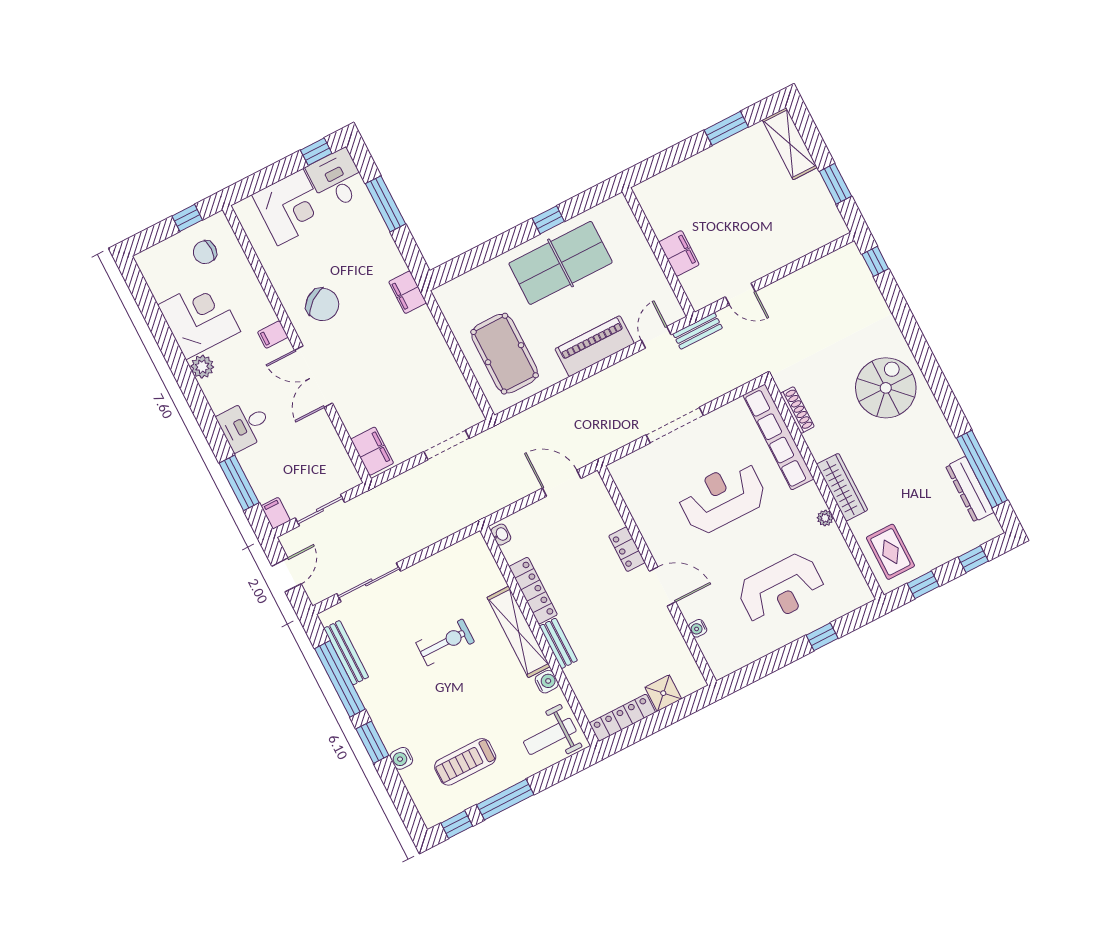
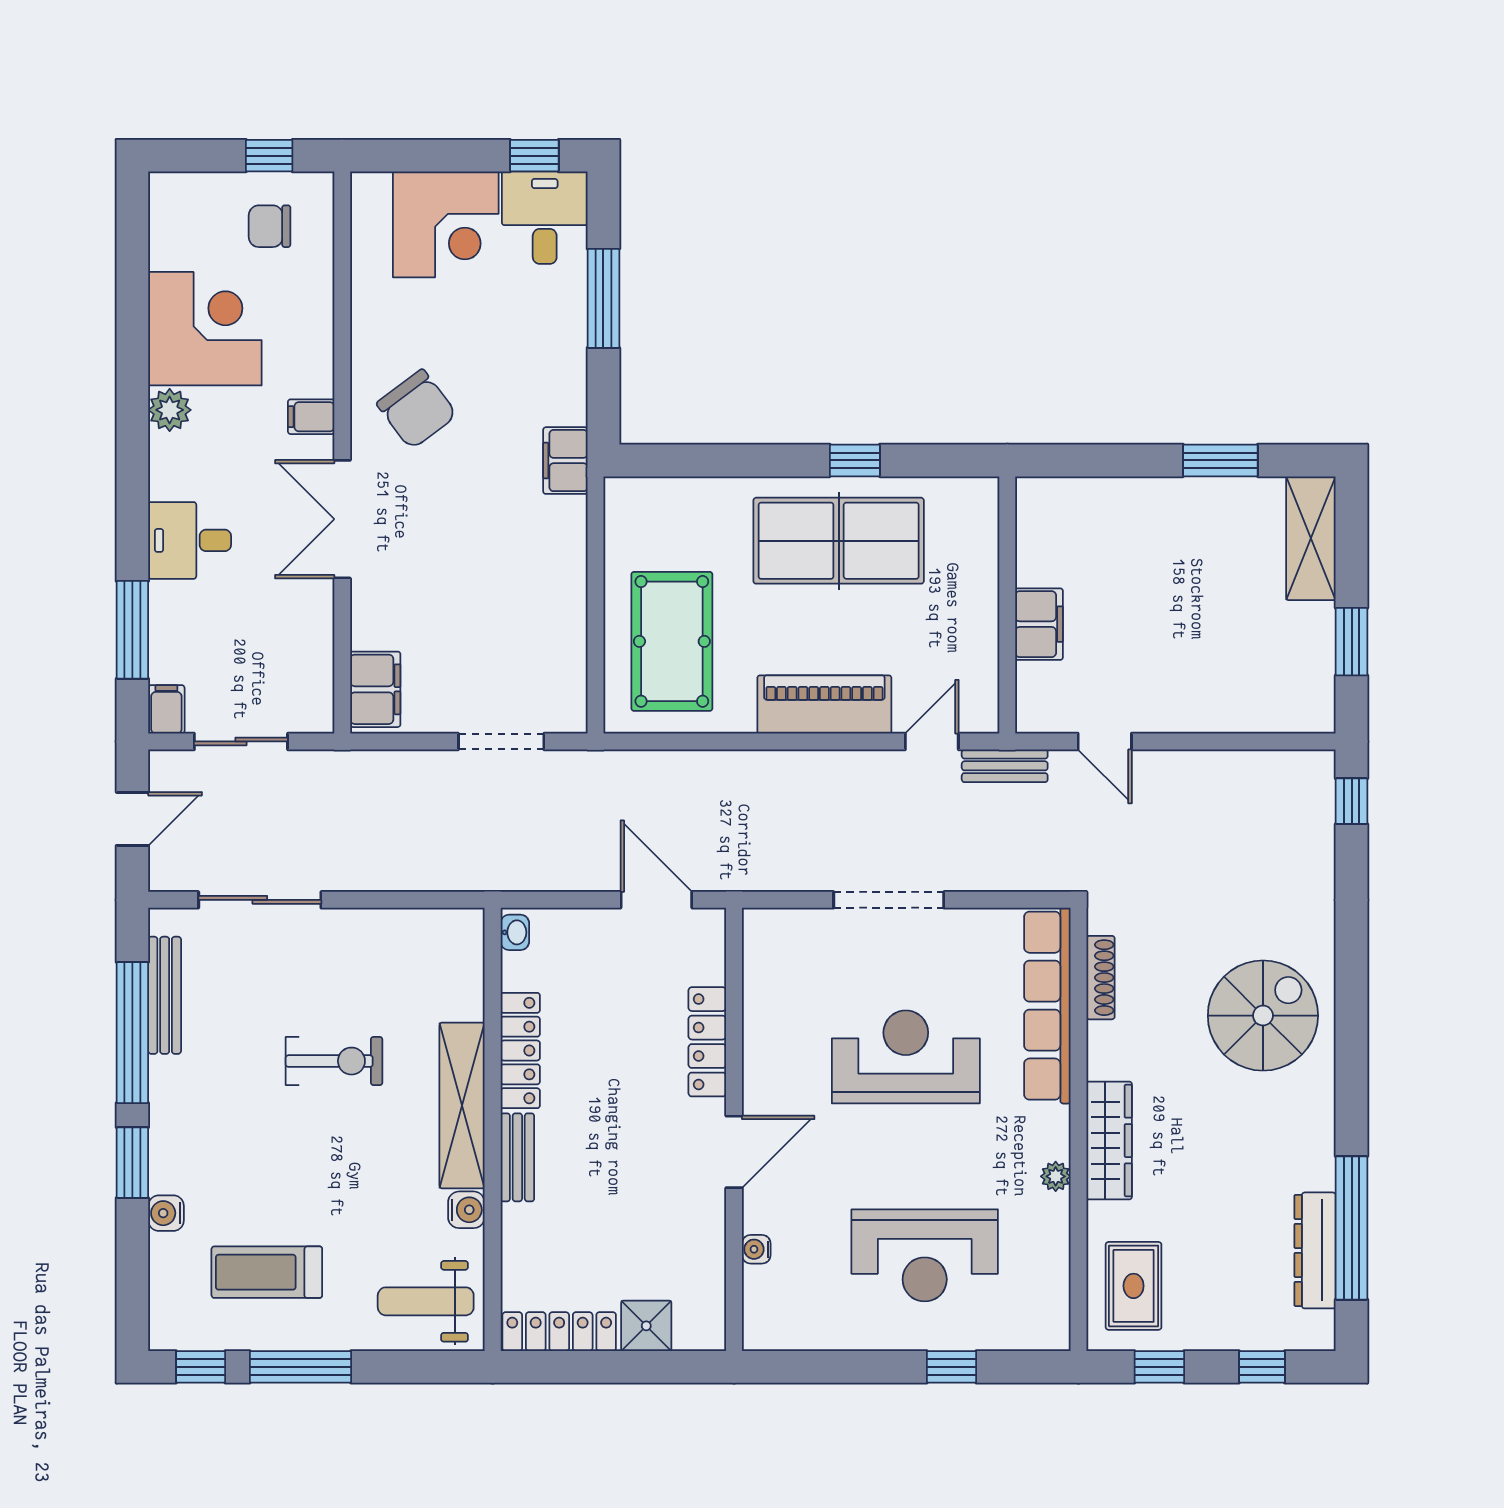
locker: (627, 549) -> (707, 1042), width x1.53
door: (663, 587) -> (734, 1152), hinge flipped

